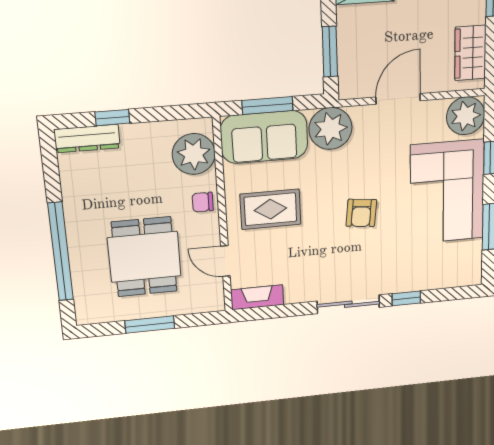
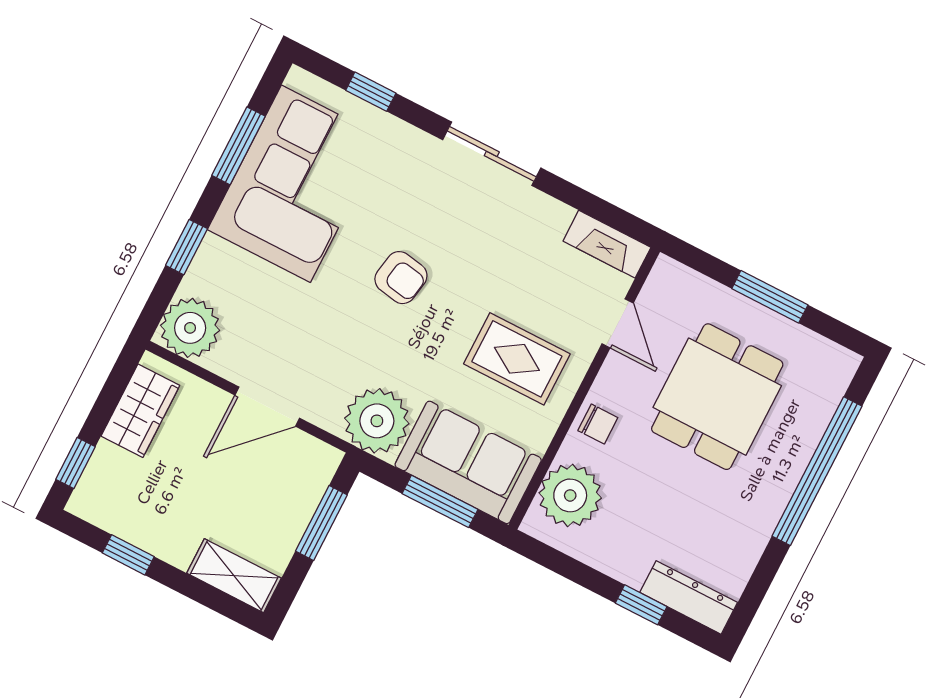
corner sofa: (447, 192) -> (296, 184), moved
armchair: (361, 213) -> (401, 278), turned 94
window: (406, 298) -> (371, 92), moved

